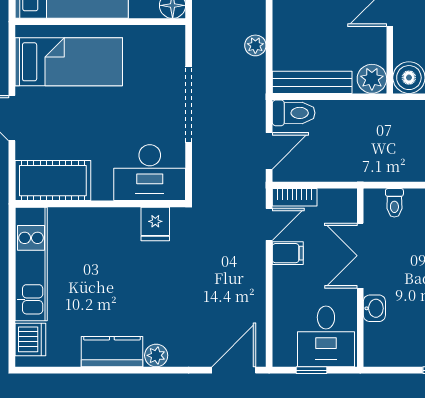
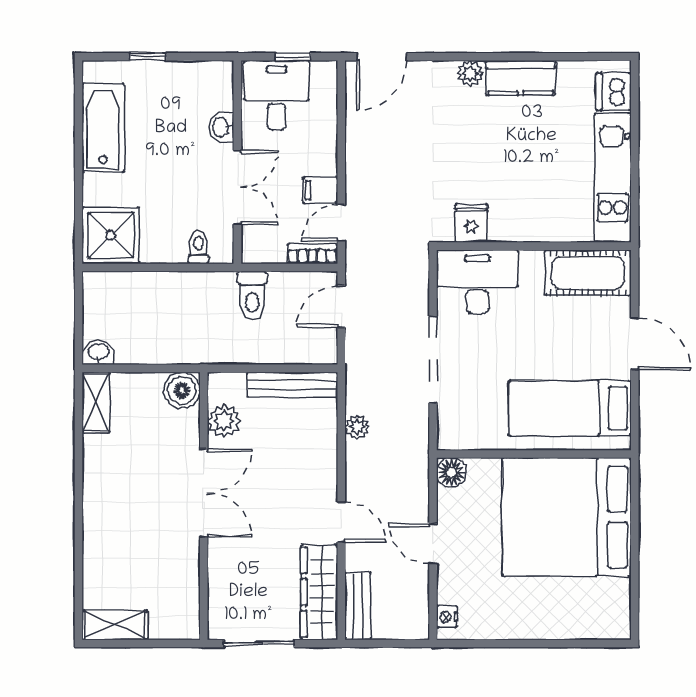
plant: (372, 79) -> (224, 421), moved
toilet: (294, 113) -> (252, 296), moved, turned -90

